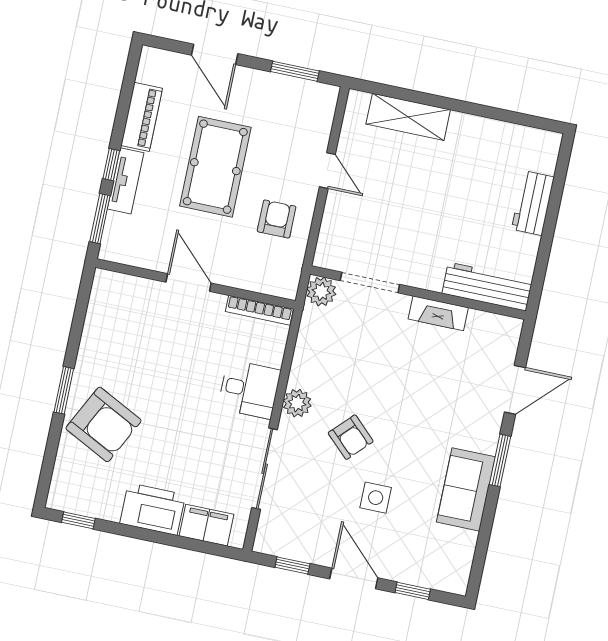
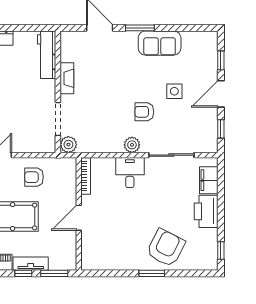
armchair: (351, 437) -> (144, 112), turned -134

